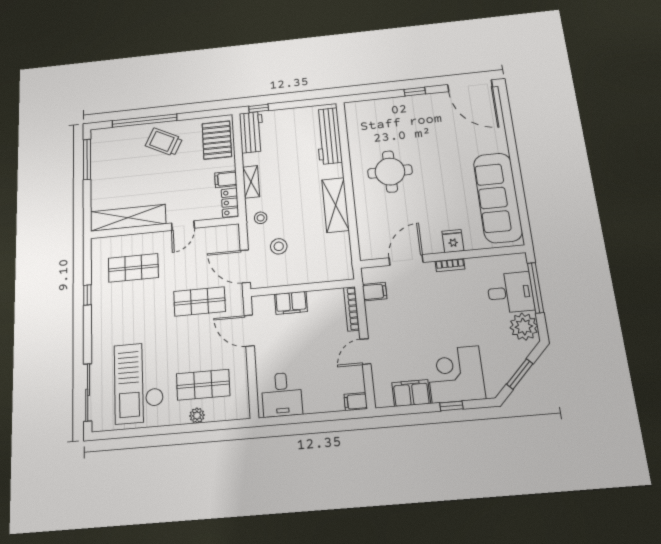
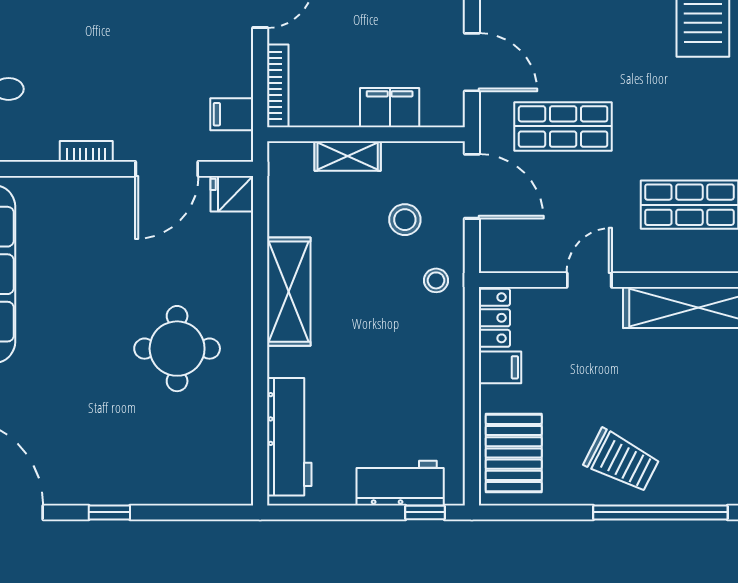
workbench: (252, 132) -> (400, 483), moved, turned 90
shelving: (251, 182) -> (348, 156), moved, turned 90
fridge: (453, 241) -> (232, 194), moved, turned 90

